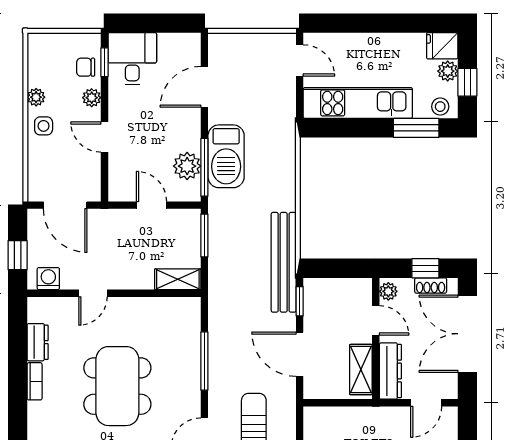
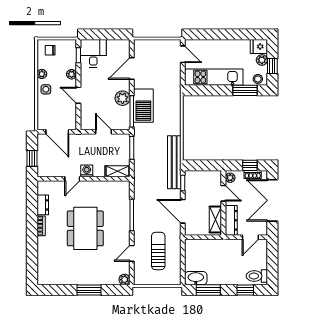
chair: (86, 67) -> (50, 50), moved
plant: (187, 166) -> (123, 98), moved
washing machine: (48, 279) -> (87, 171), moved

